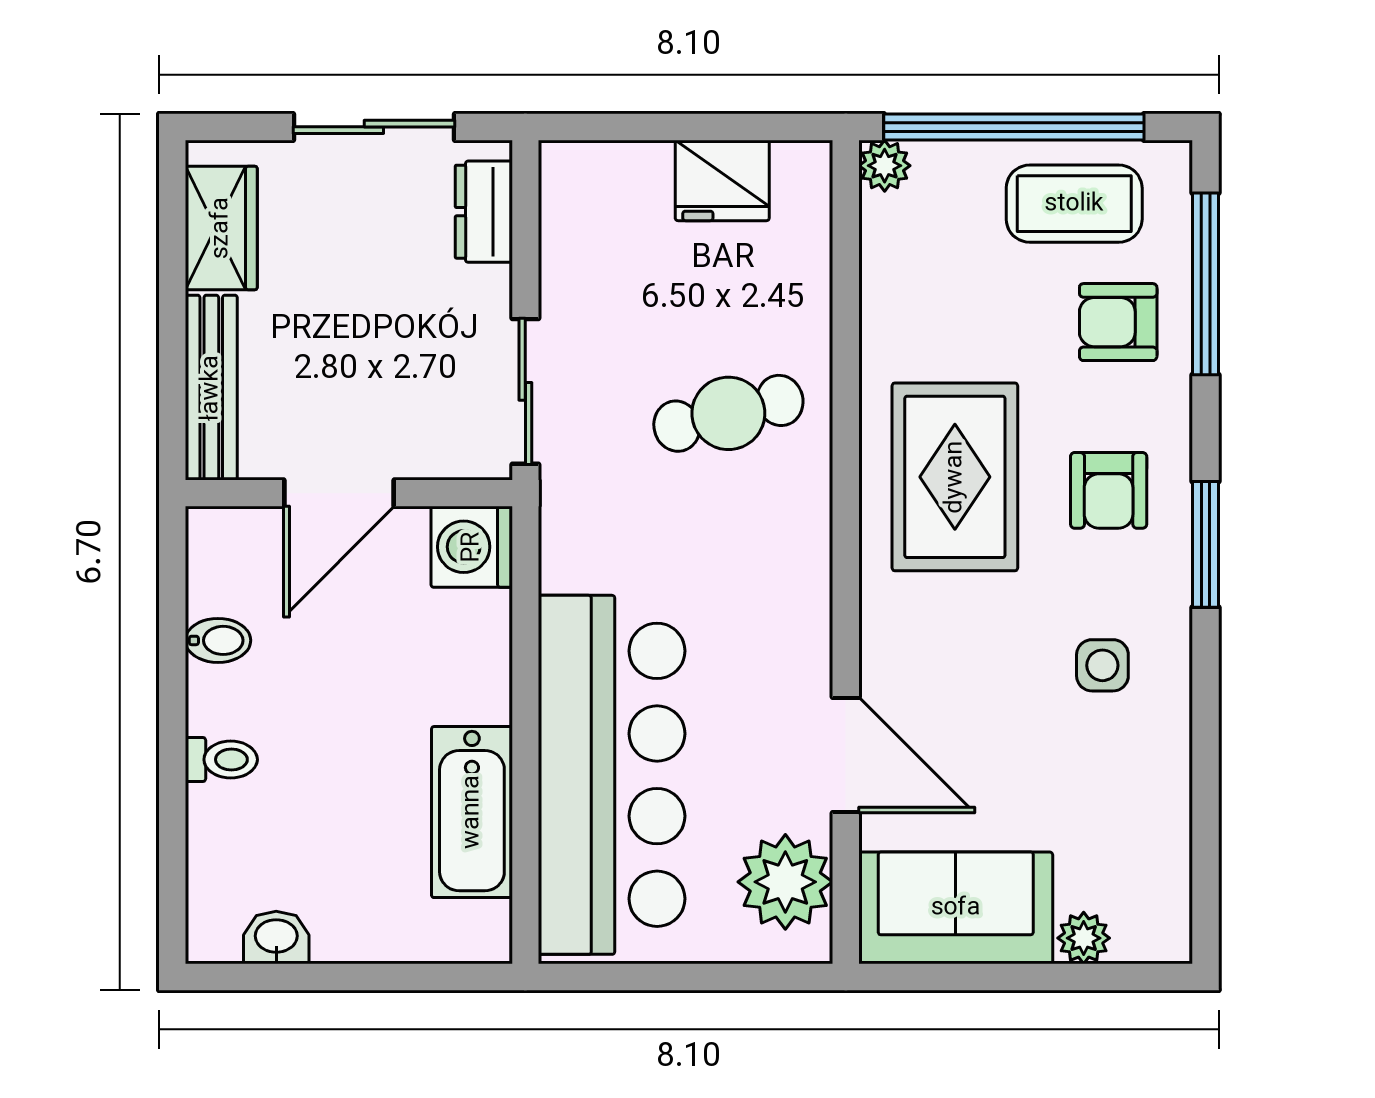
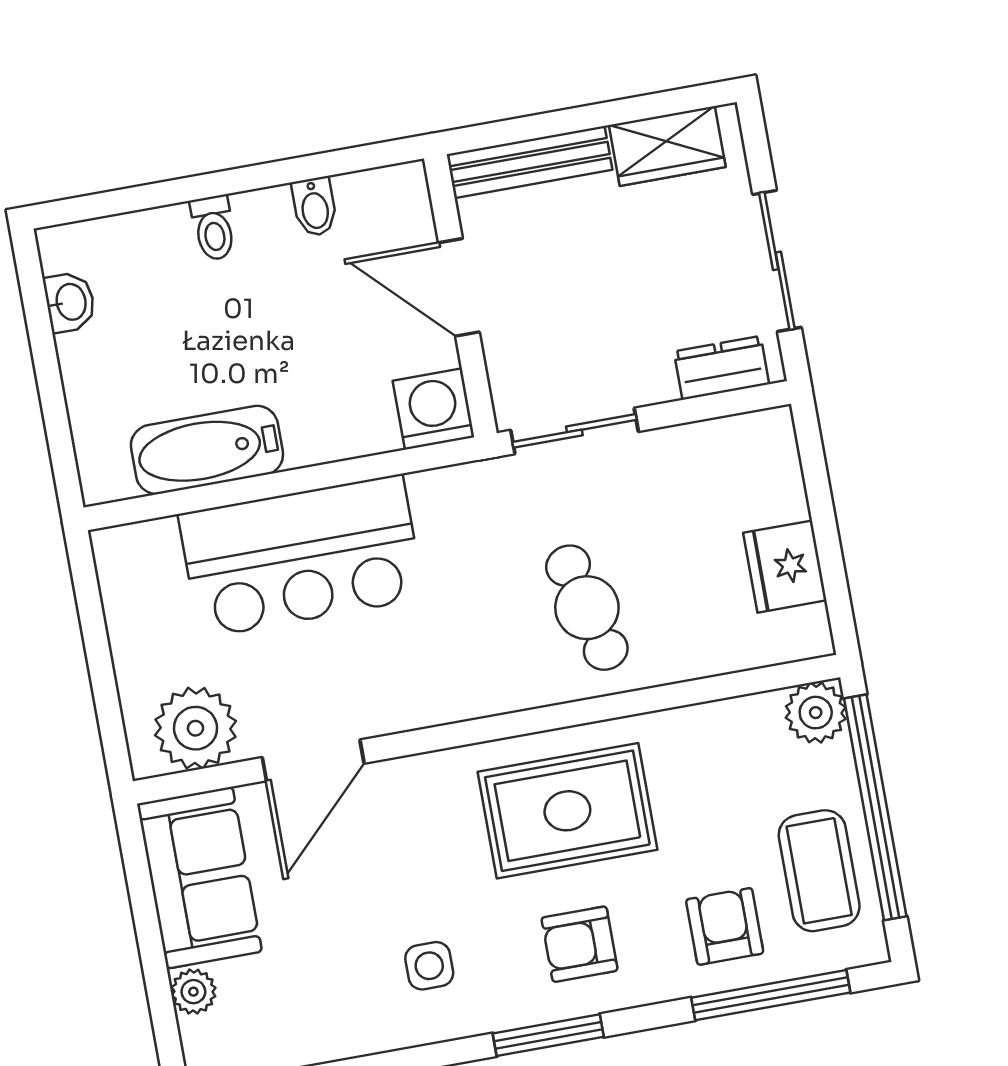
plant: (885, 166) -> (816, 713), width x1.38, depth x1.38
bar counter: (612, 775) -> (301, 556), width x0.73

